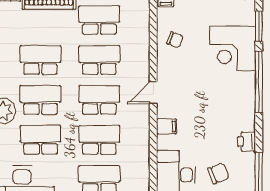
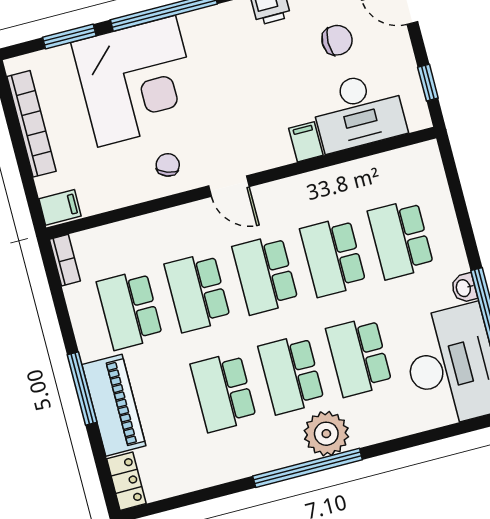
chair: (175, 40) -> (168, 165), moved
corner desk: (233, 49) -> (137, 81), width x1.36, depth x1.36
filing cabinet: (167, 126) -> (306, 142), moved
chair: (218, 173) -> (337, 40), turned 112

